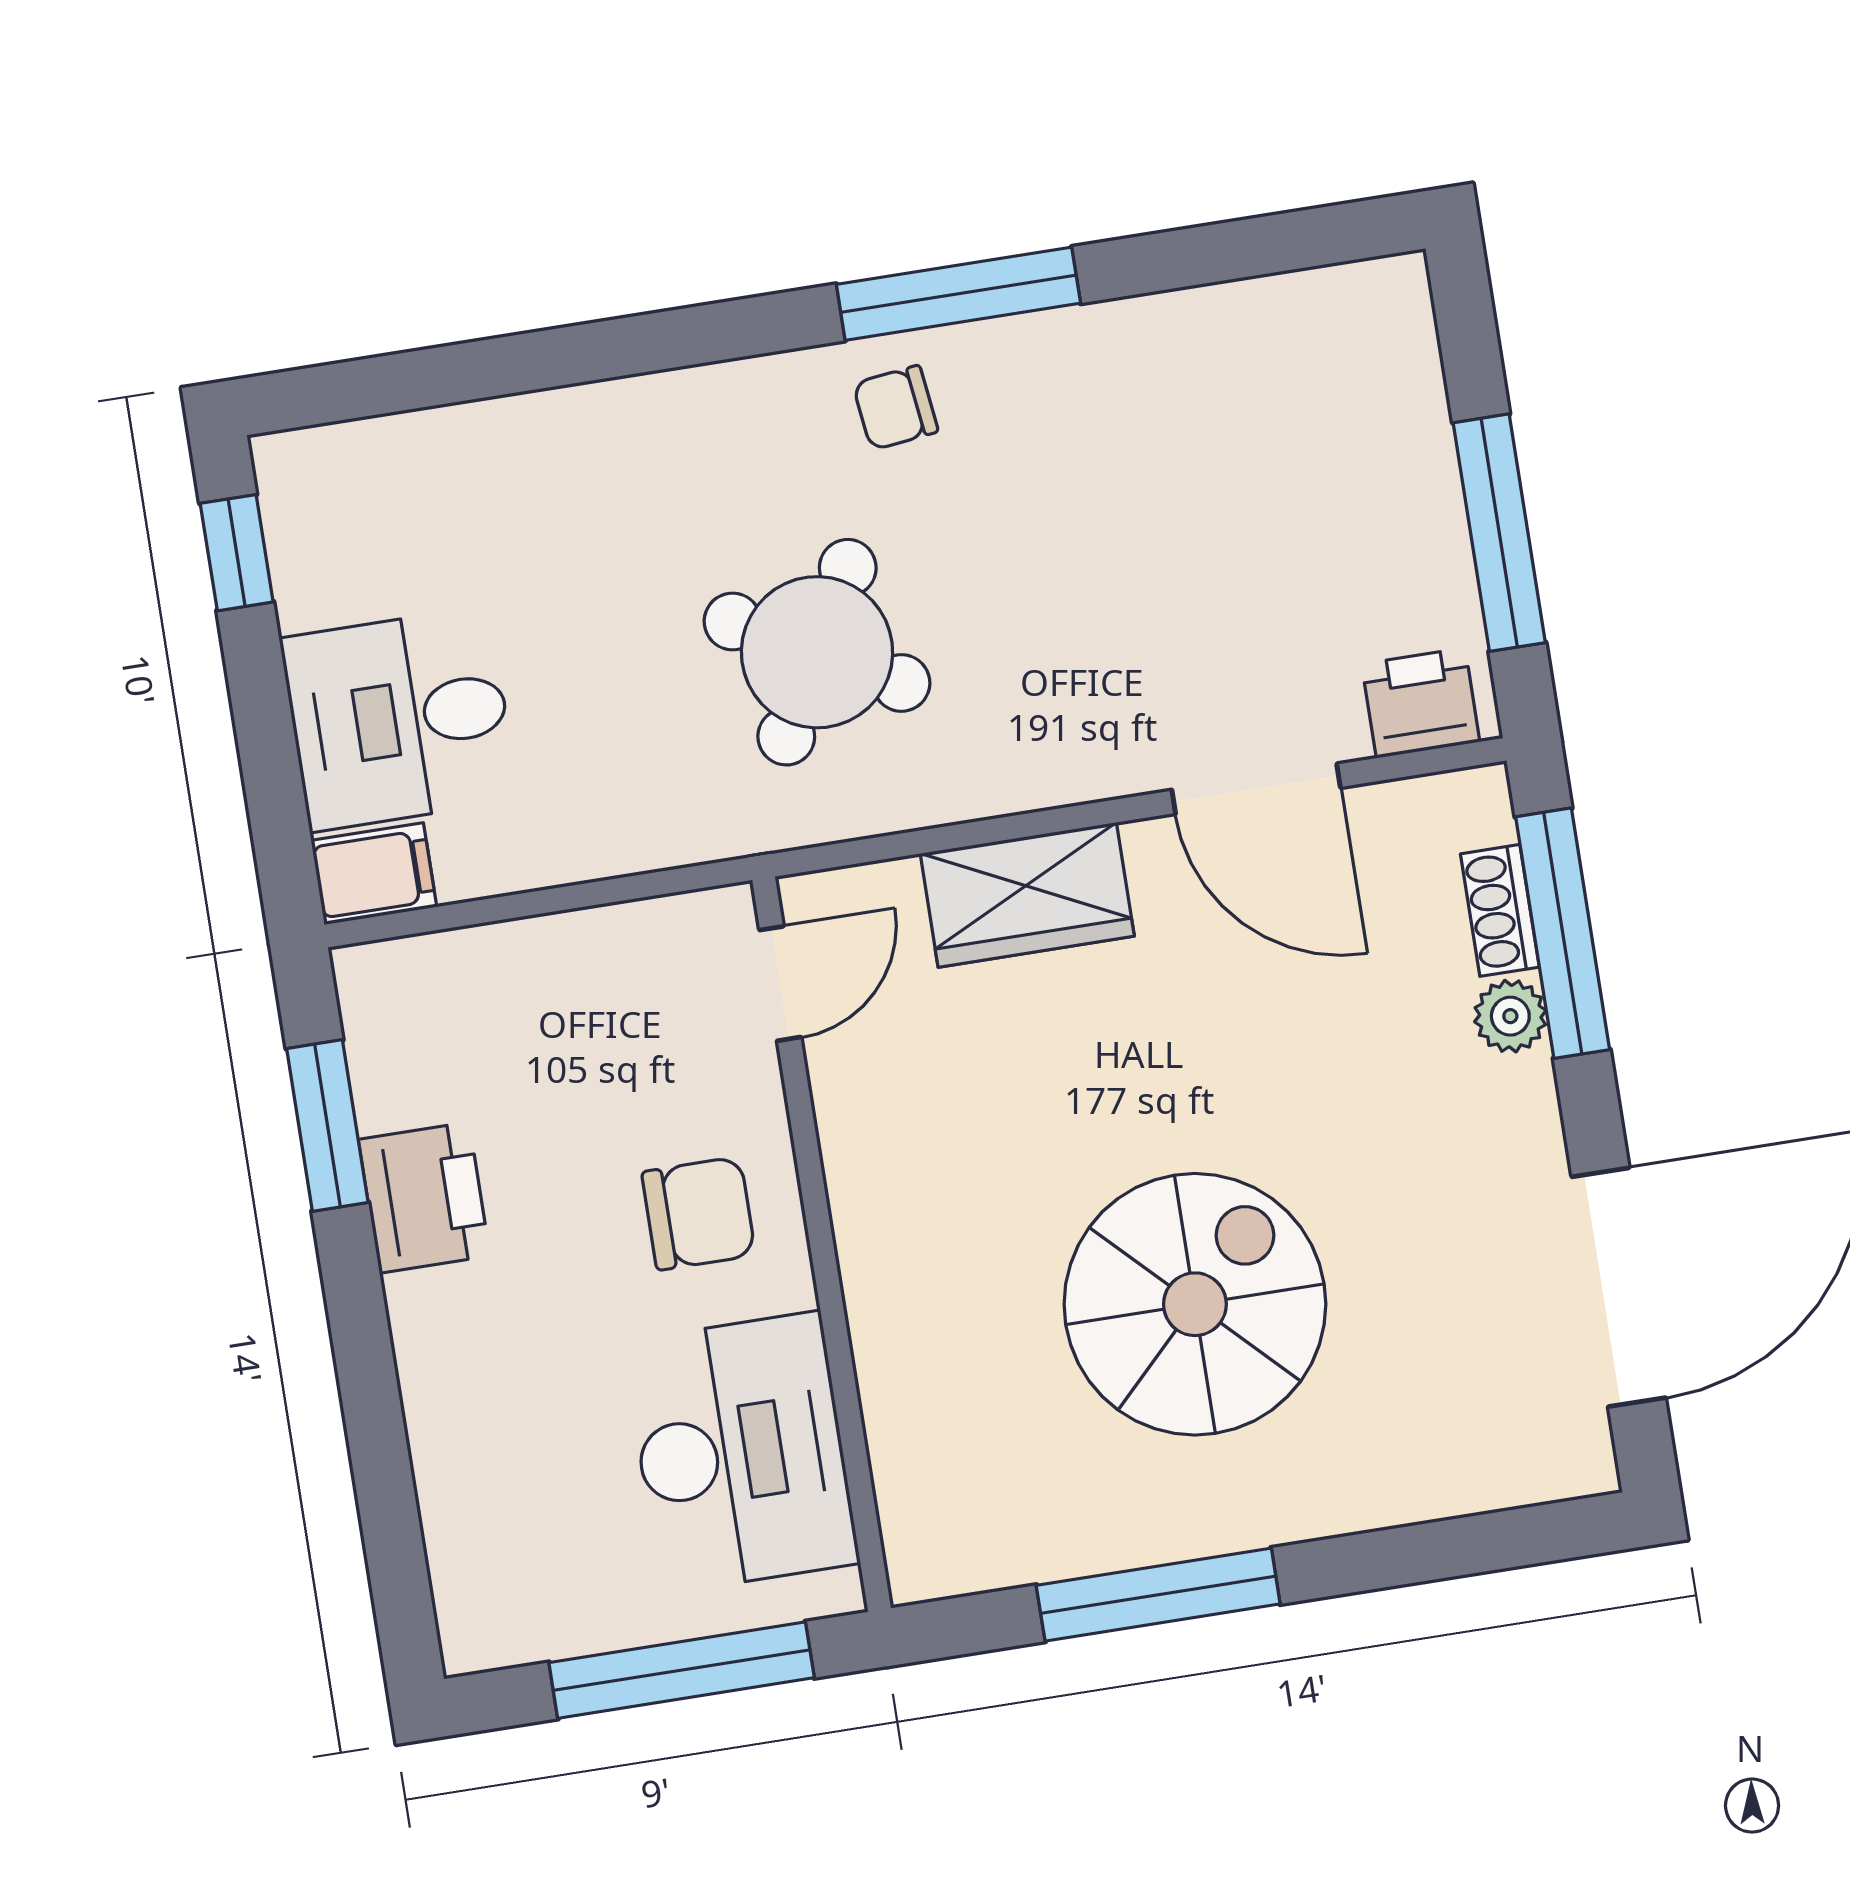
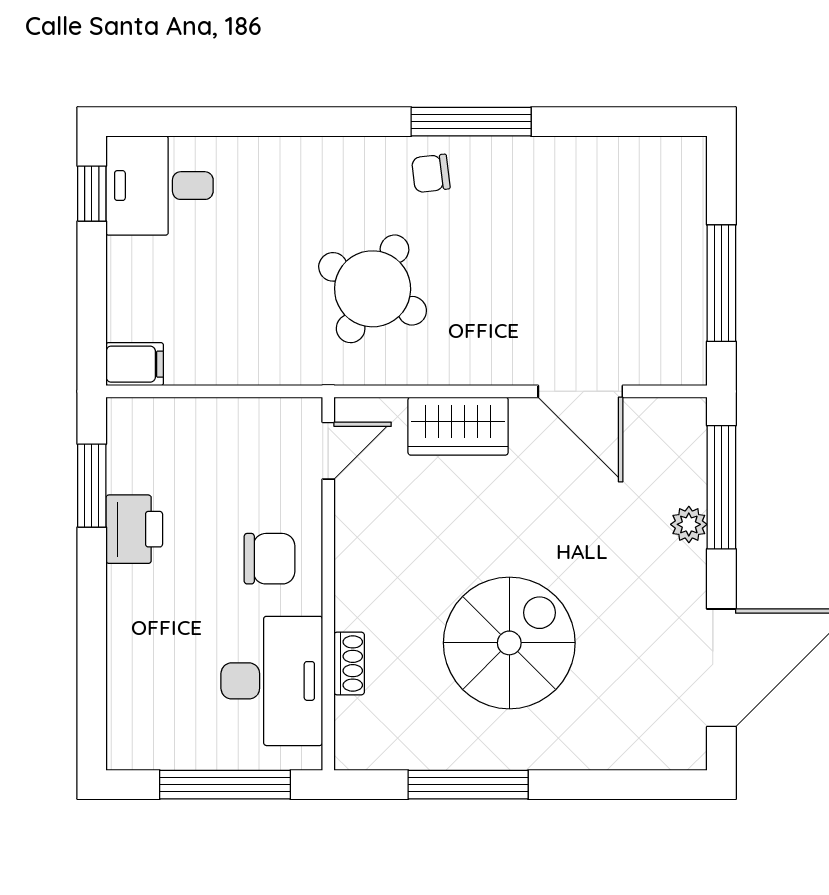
printer: (1421, 703) -> (669, 362), removed
desk: (399, 719) -> (160, 186), moved
shoe rack: (1500, 910) -> (349, 663), moved, turned 180

